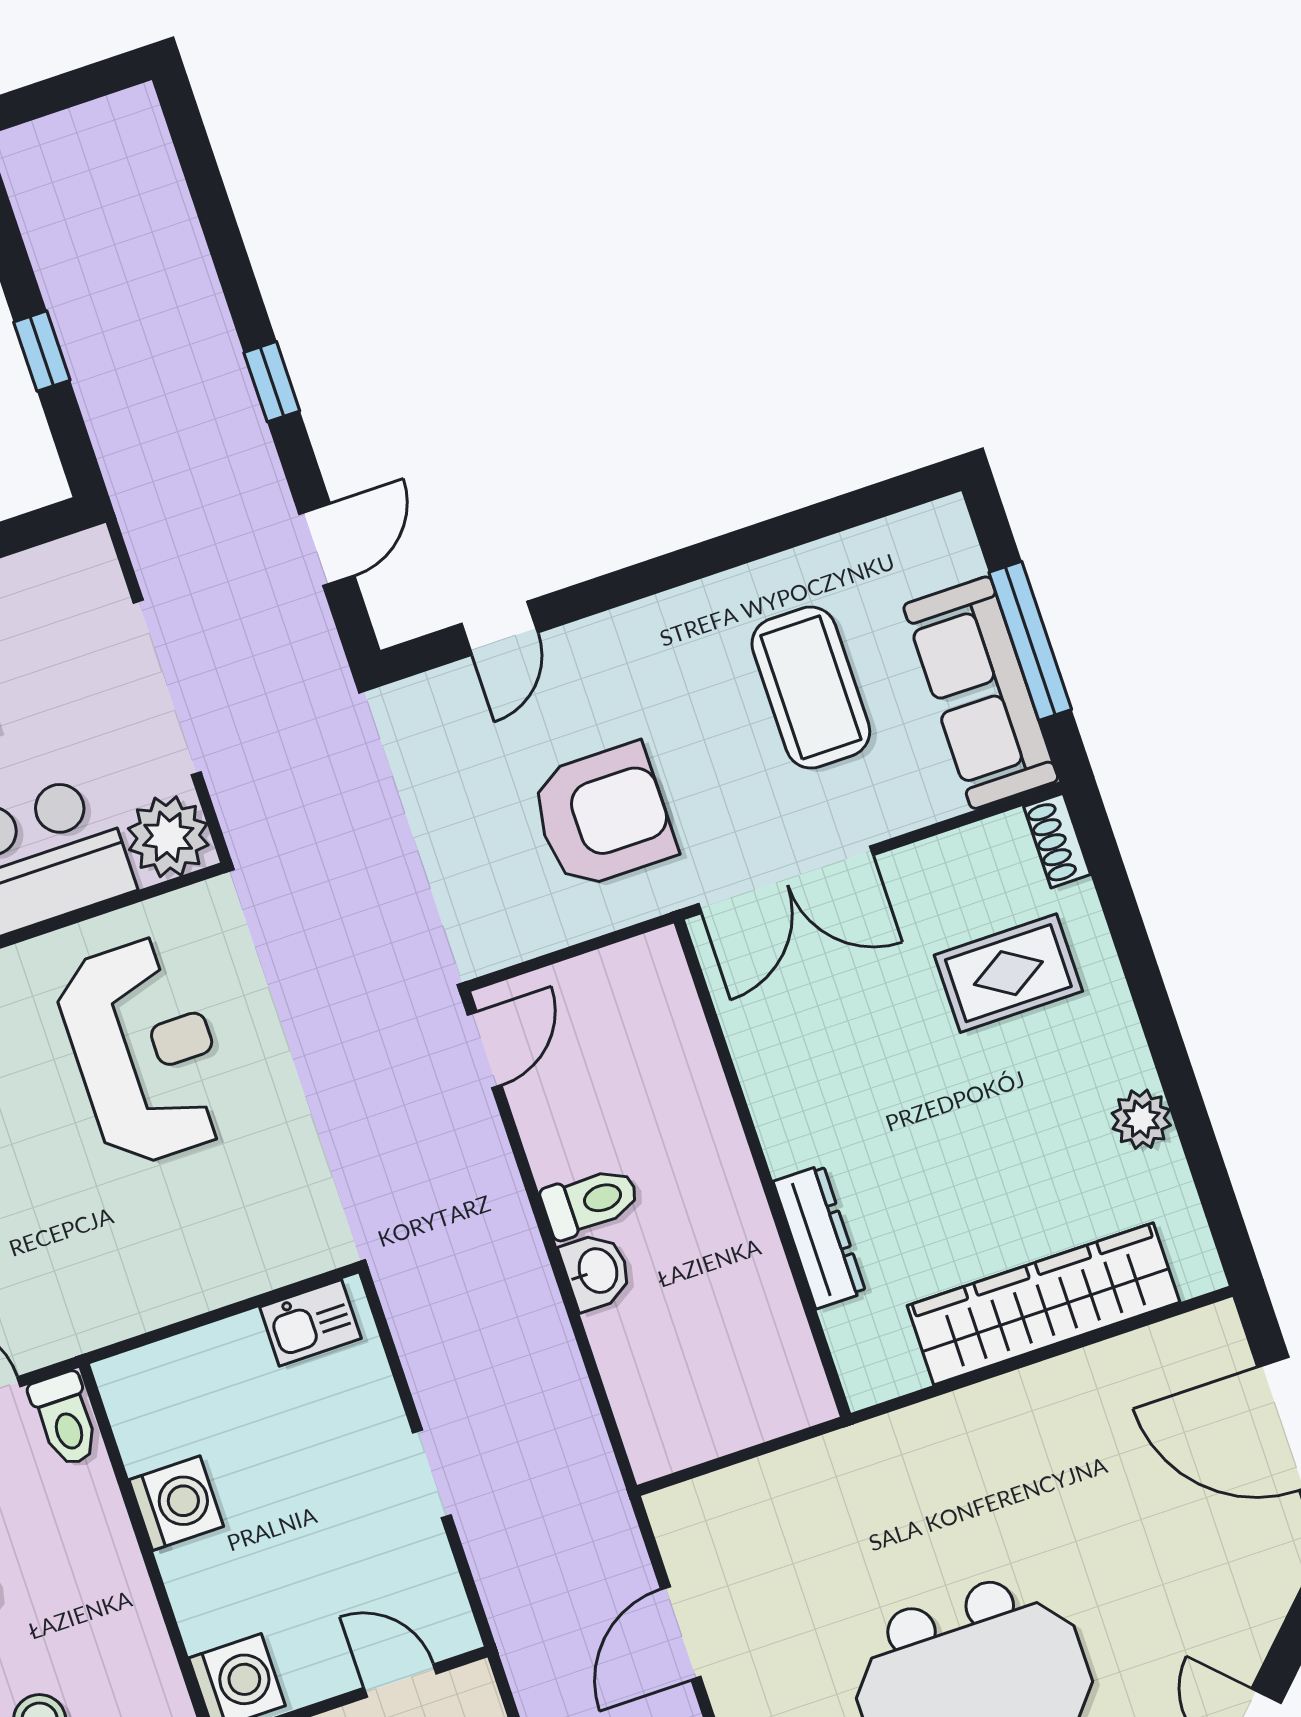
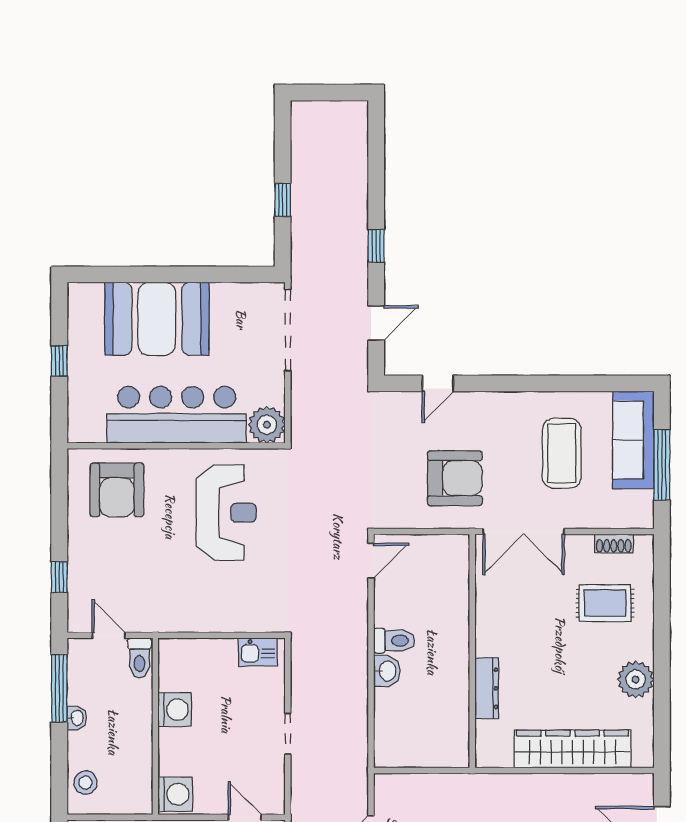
doorway: (167, 688) -> (288, 330), moved
sofa: (981, 693) -> (633, 440), moved
shoe rack: (1057, 841) -> (614, 543), moved, turned -90
plant: (1141, 1119) -> (636, 679), width x1.36, depth x1.36

